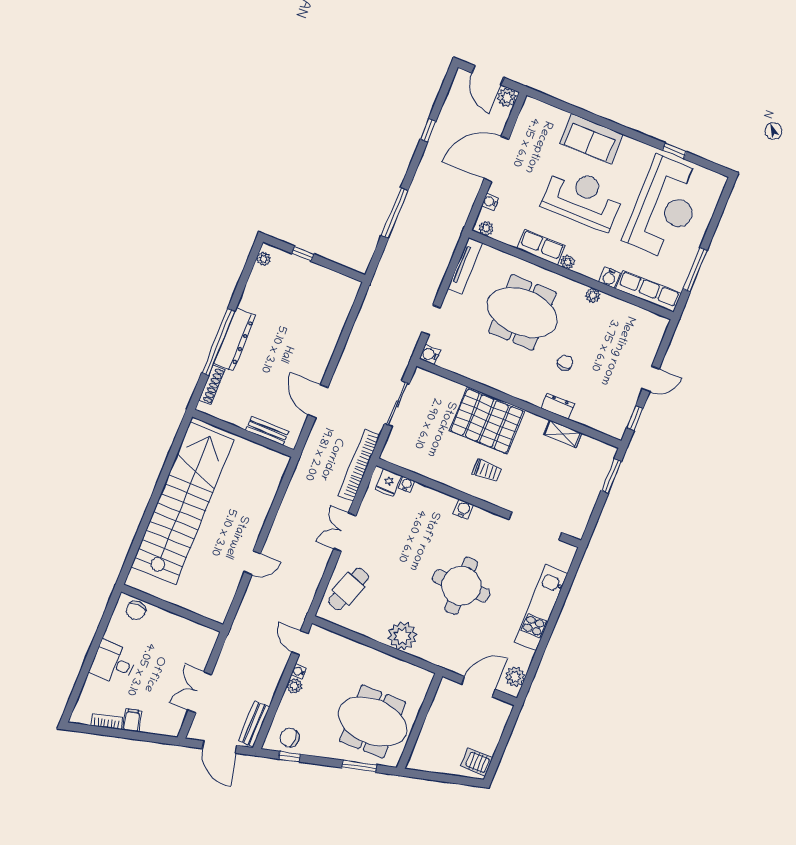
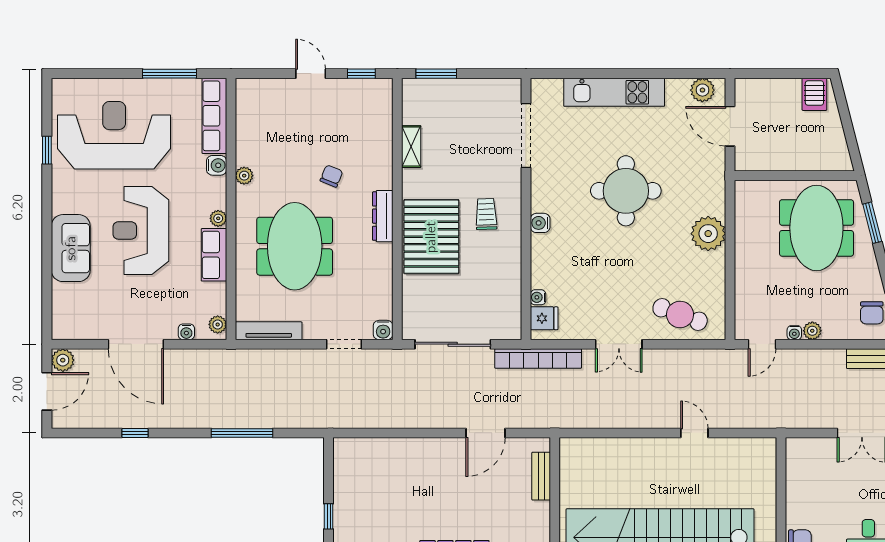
chair: (565, 363) -> (331, 176), turned 112
sliding door: (397, 404) -> (453, 344), width x1.37
dresser: (558, 406) -> (383, 216), moved, width x1.44

